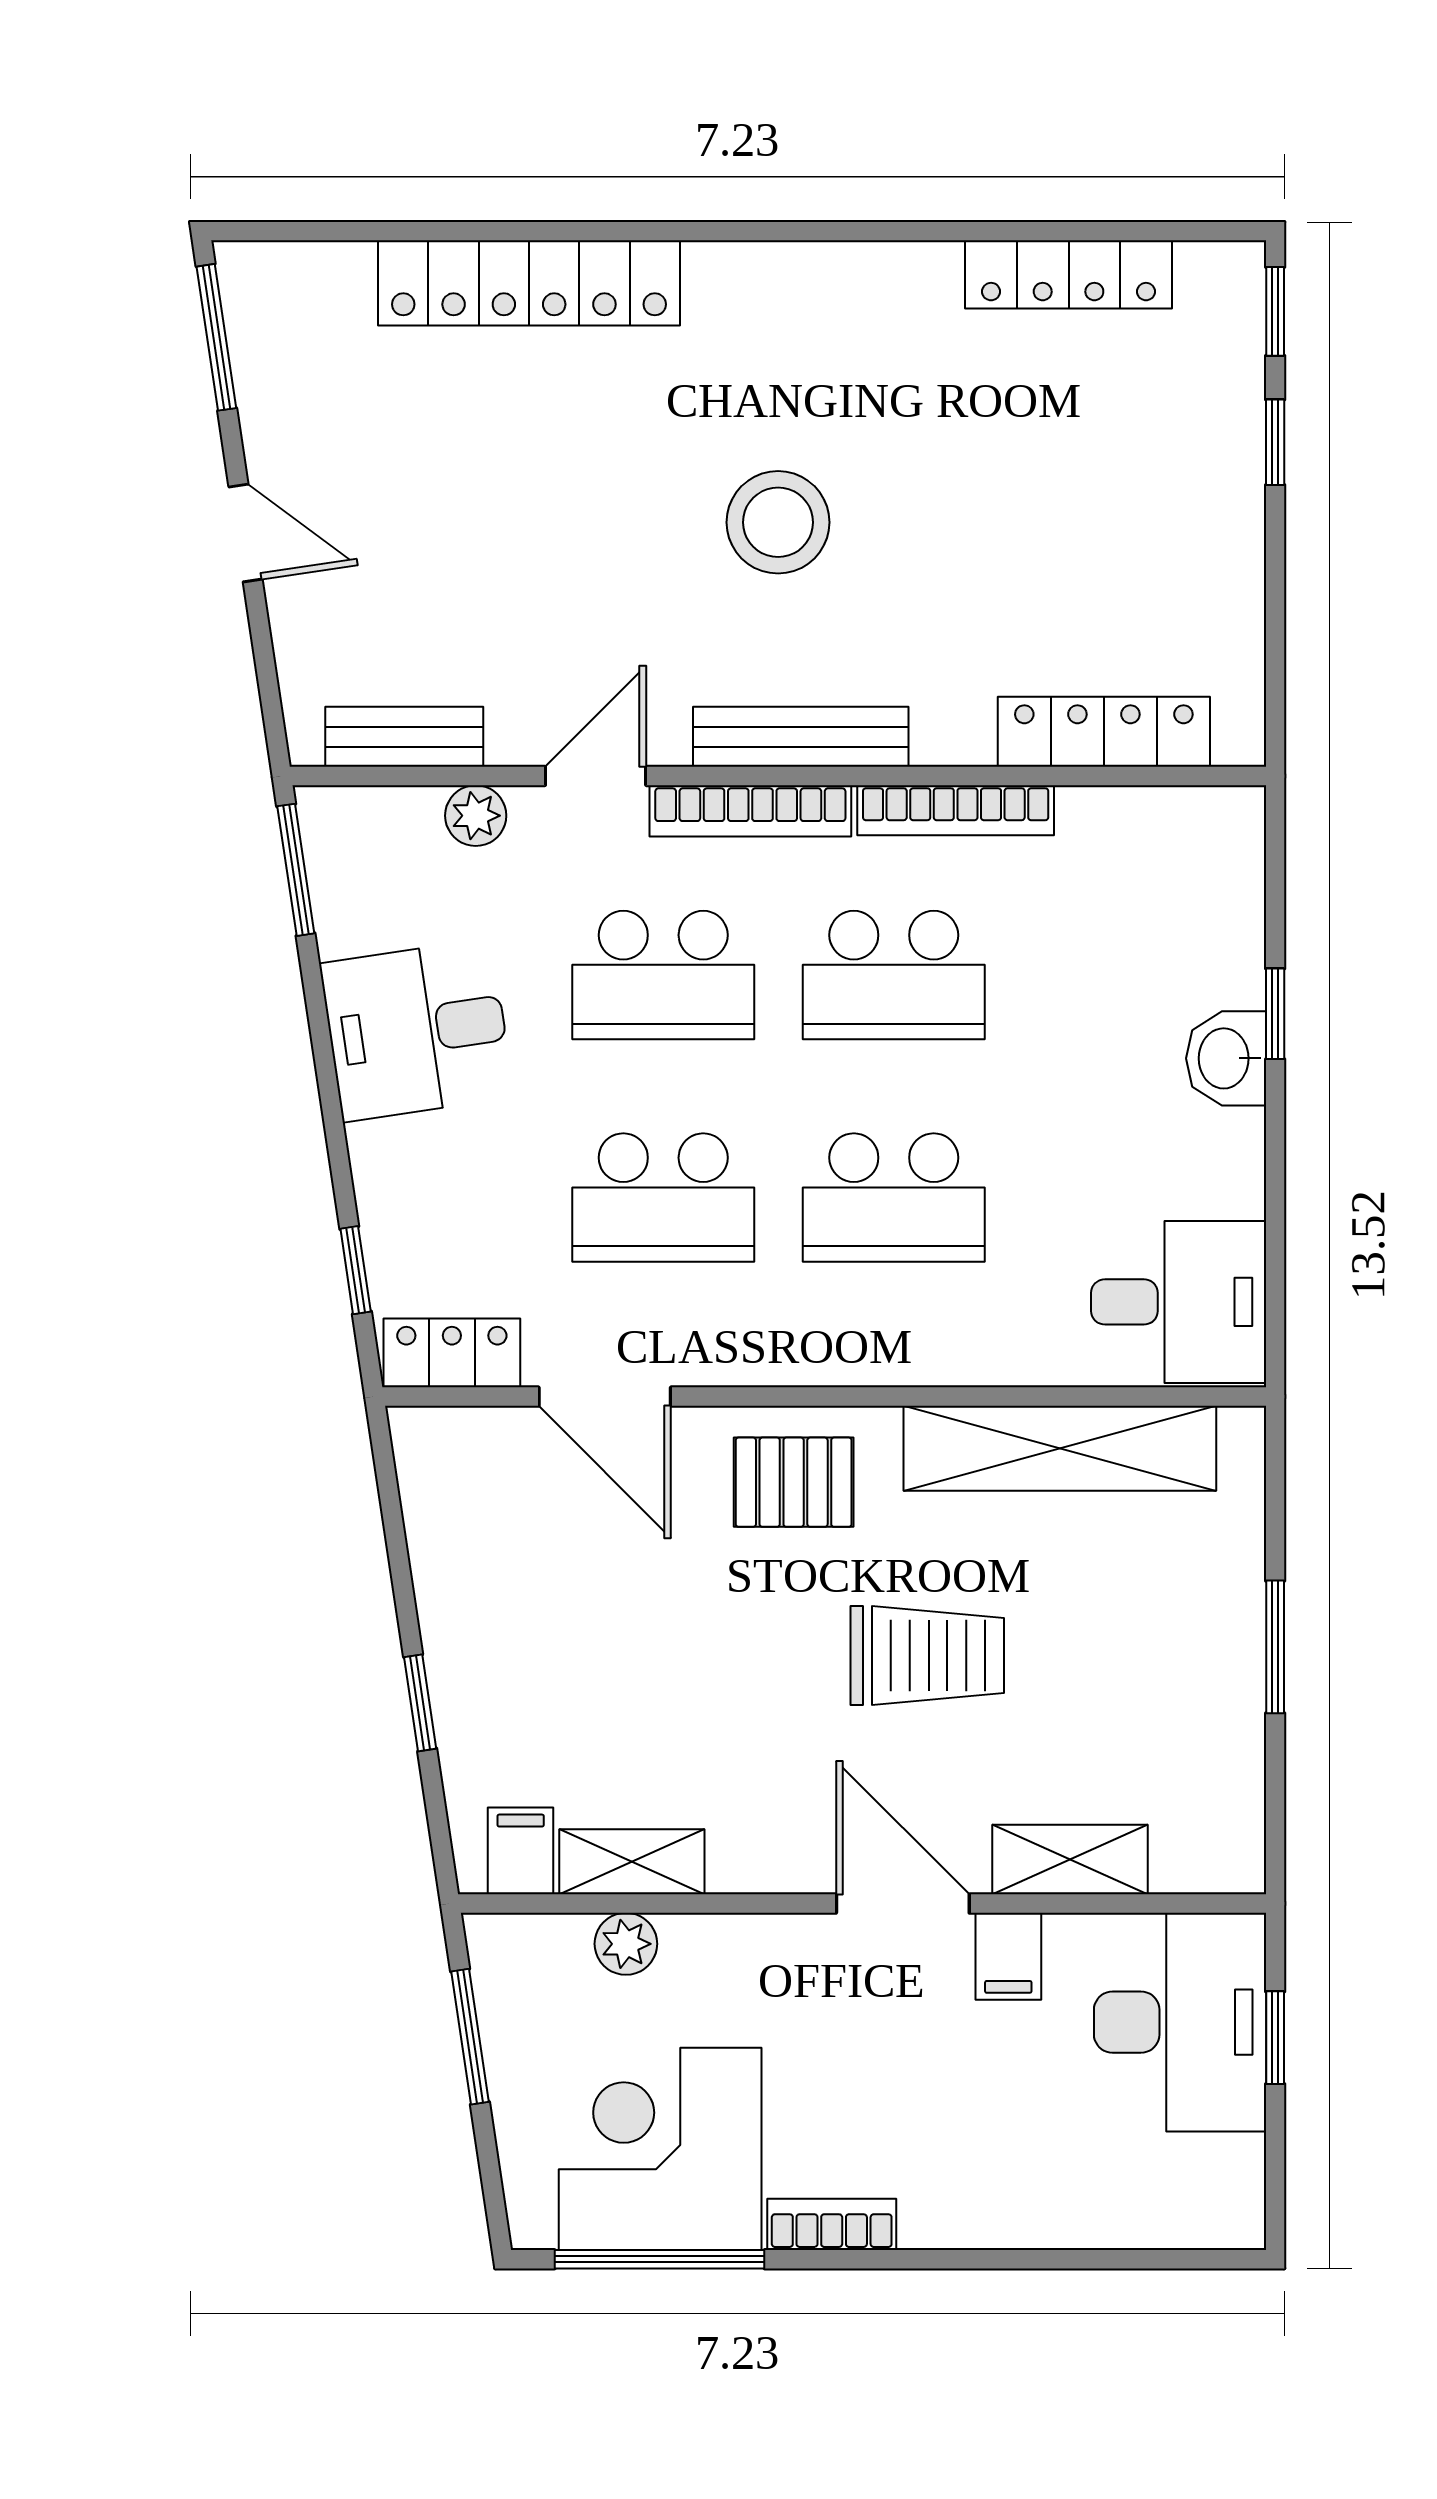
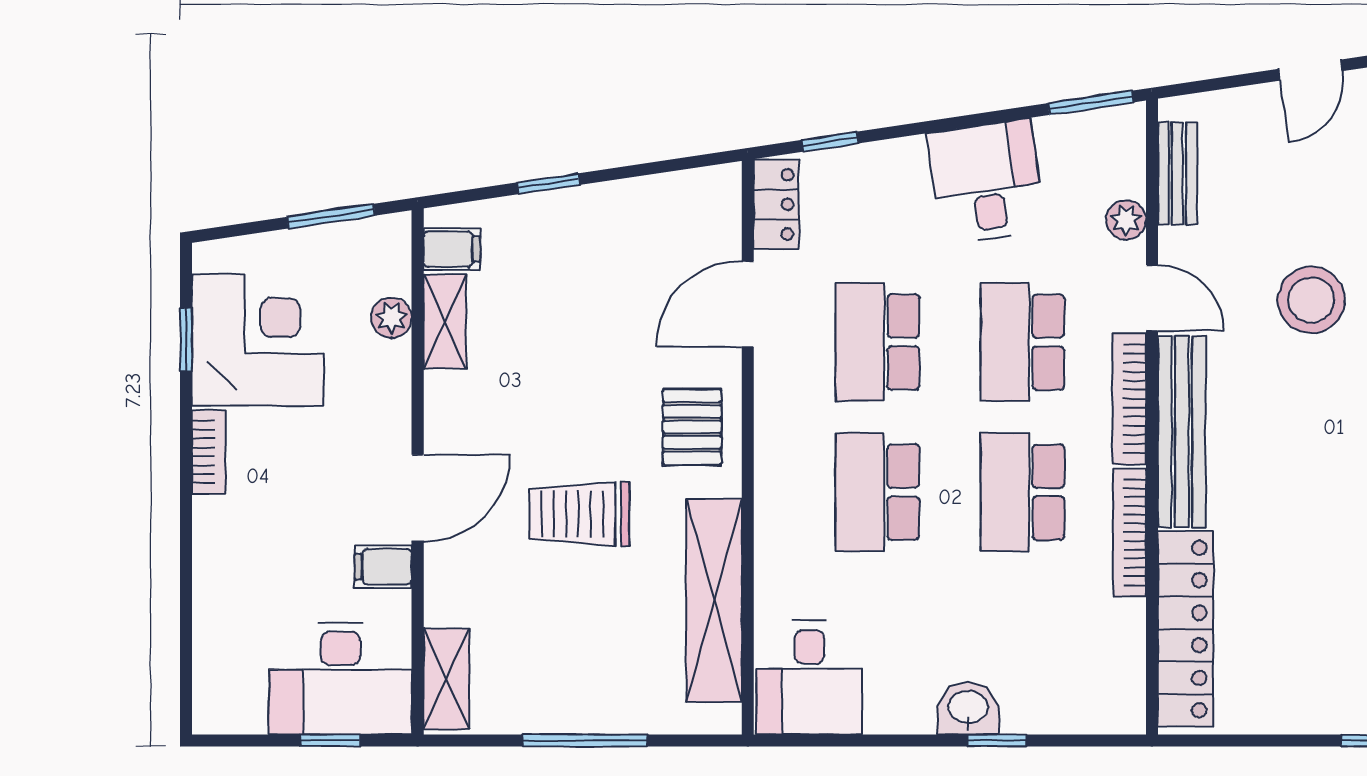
stool: (778, 522) -> (1311, 300), moved
locker: (1104, 732) -> (1185, 629), width x1.41, depth x1.21
bench: (801, 737) -> (1182, 432), width x1.37, depth x1.21
window: (1275, 1647) -> (585, 741), width x1.44
trolley: (927, 1655) -> (579, 514), turned 90
shelving: (1070, 1860) -> (446, 679), moved
window: (660, 2259) -> (186, 340), width x0.46

